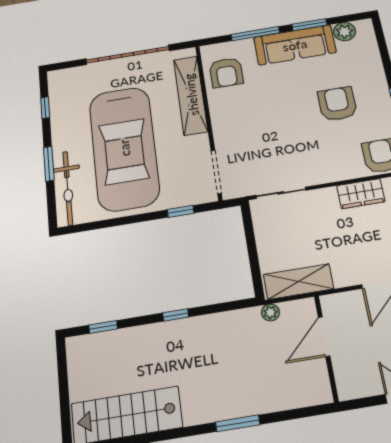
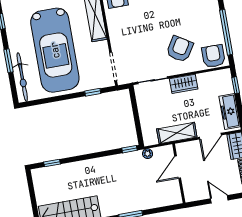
armchair: (337, 104) -> (180, 49), moved, turned 32
wardrobe: (361, 194) -> (184, 84), moved
shelving: (298, 282) -> (177, 133), moved
window: (176, 315) -> (129, 149), moved

